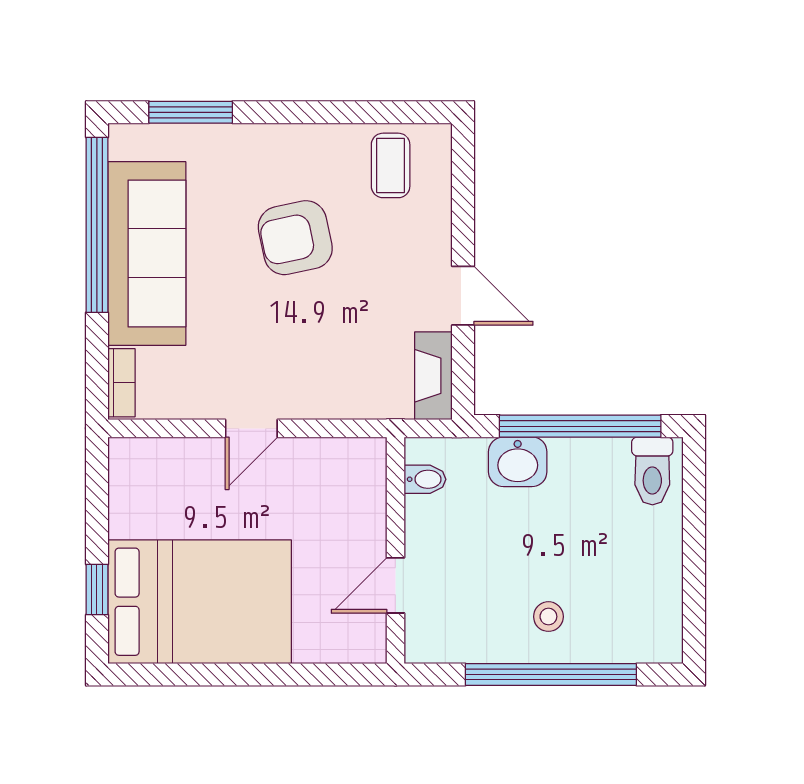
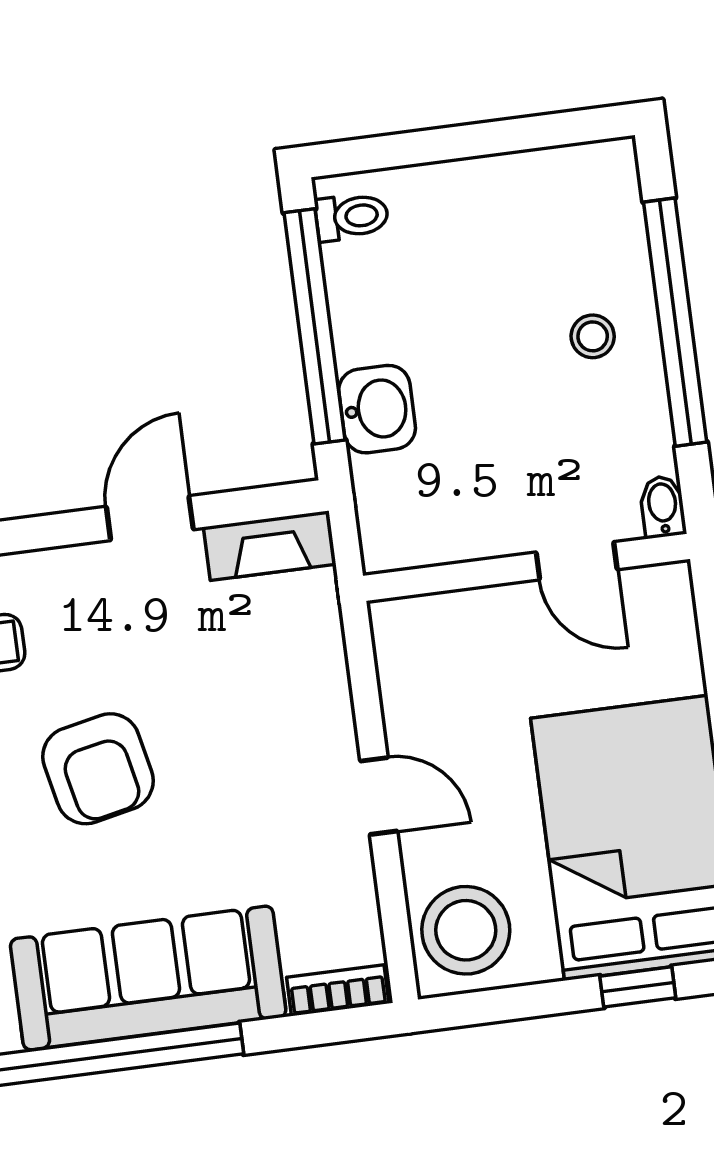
toilet: (652, 471) -> (352, 217), width x0.73, depth x0.72
stool: (151, 476) -> (466, 930), added
bidet: (425, 479) -> (663, 507), moved

